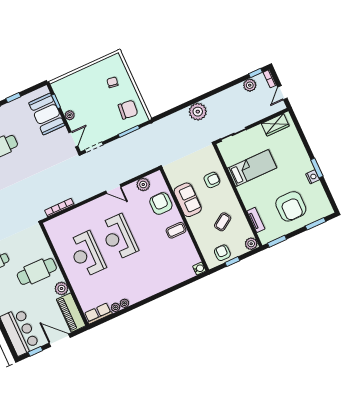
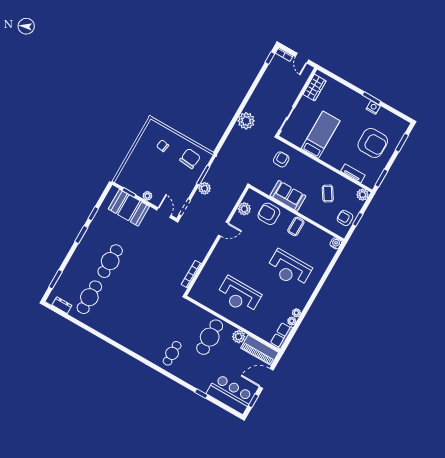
plant: (250, 85) -> (205, 188), moved
armchair: (212, 180) -> (281, 159), moved
reception desk: (119, 237) -> (289, 269), moved

